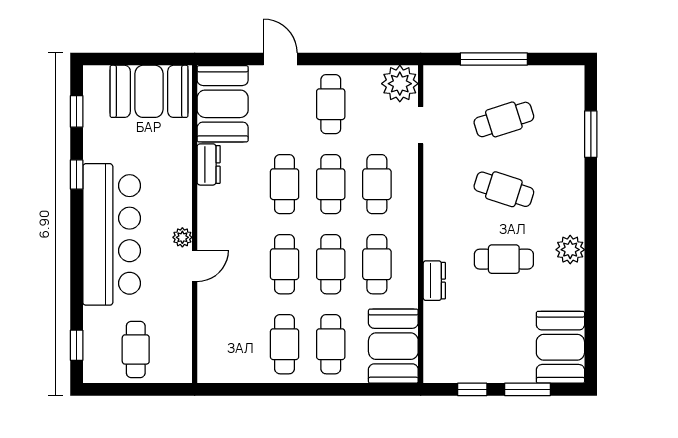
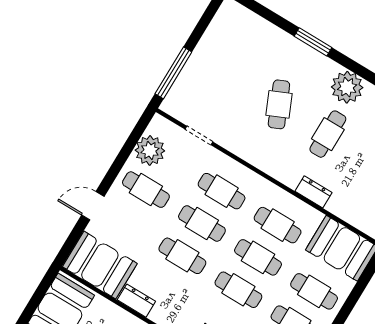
window: (494, 59) -> (173, 73), moved
plant: (400, 84) -> (150, 150), moved
cafe table: (504, 119) -> (230, 75), removed
window: (591, 134) -> (313, 42), moved
cafe table: (504, 189) -> (279, 104), turned -42
plant: (570, 250) -> (347, 87), width x1.36, depth x1.36

